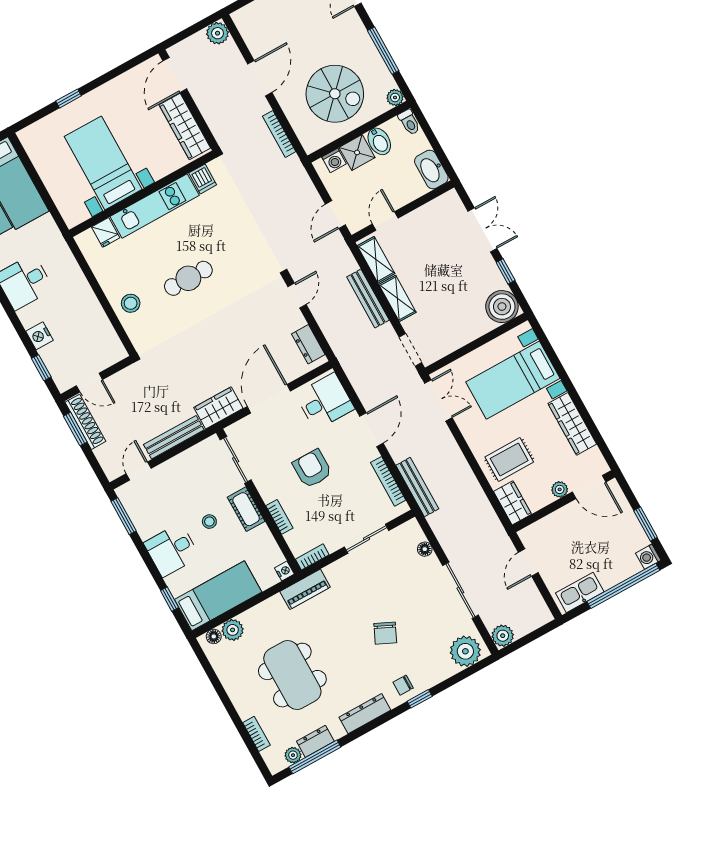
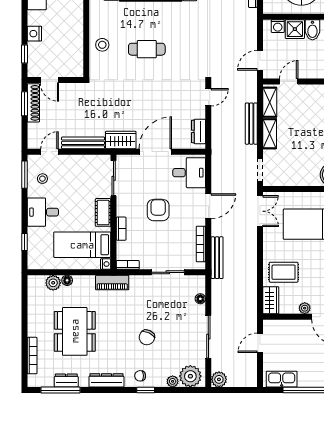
stool: (209, 522) -> (42, 179), moved
bed: (218, 596) -> (82, 245), moved, turned 180
floor lamp: (214, 636) -> (67, 280), moved
bookcase: (256, 734) -> (32, 356), width x1.56
plant: (293, 755) -> (173, 381), moved

